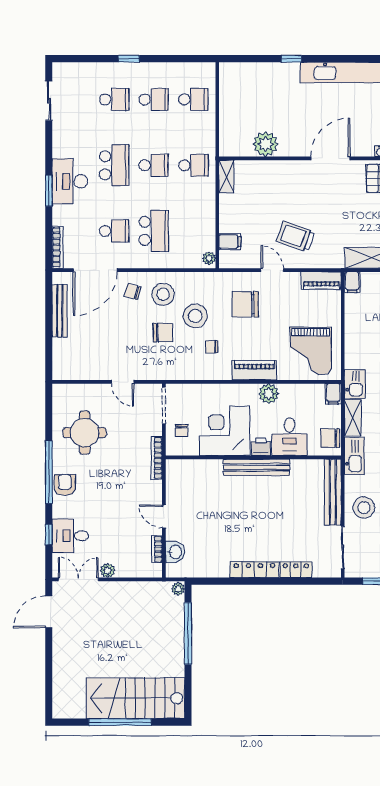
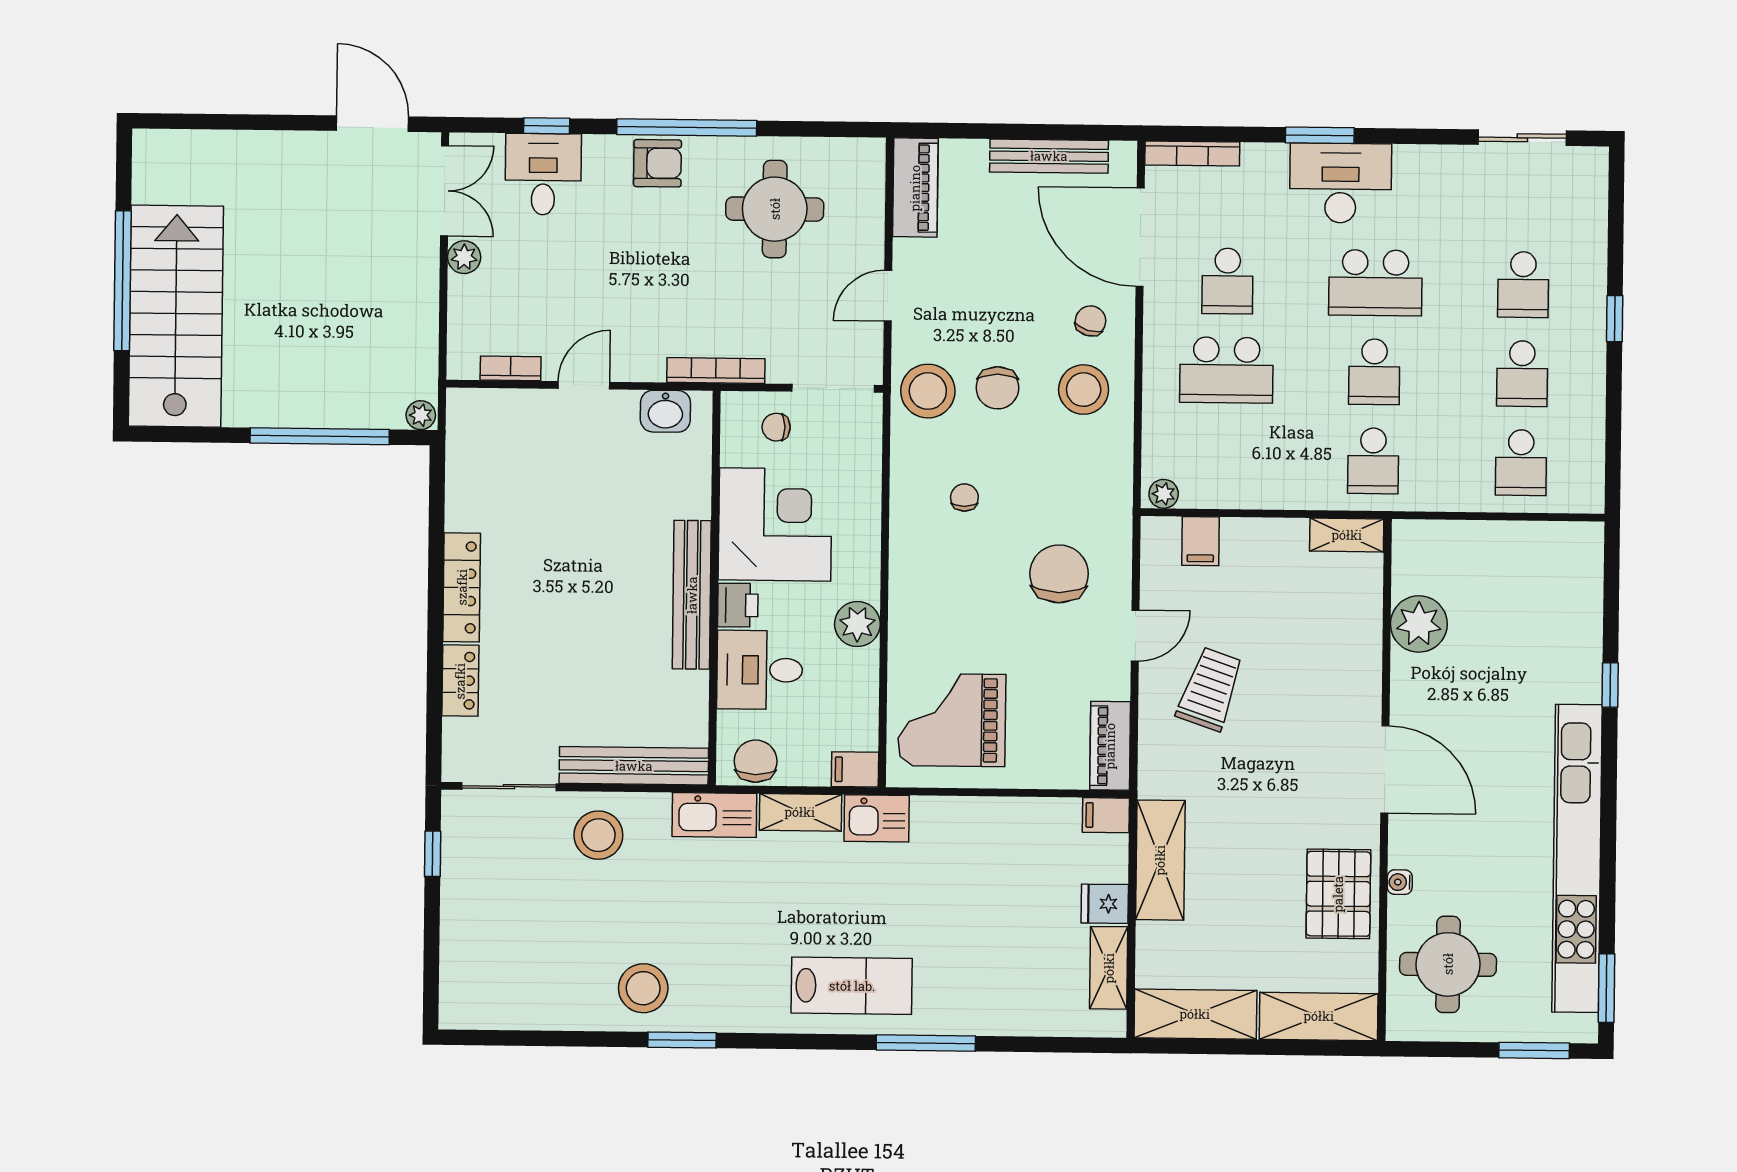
stool: (195, 316) -> (928, 391), moved
piano: (254, 370) -> (915, 188), moved
washbasin: (175, 552) -> (665, 411), moved

